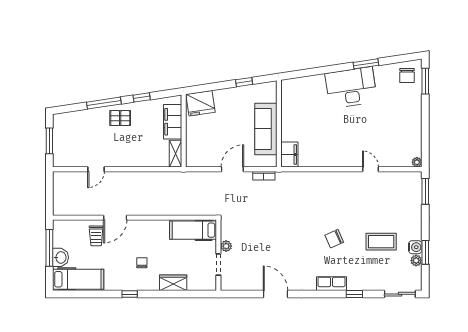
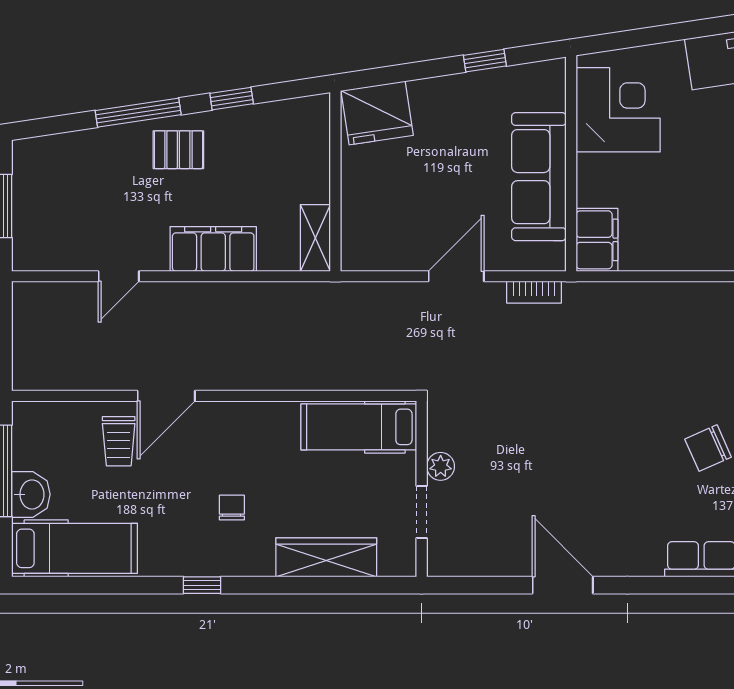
corner desk: (298, 102) -> (618, 110), added
filing cabinet: (173, 122) -> (213, 249), moved, turned 90
wardrobe: (173, 283) -> (326, 557), width x1.50

